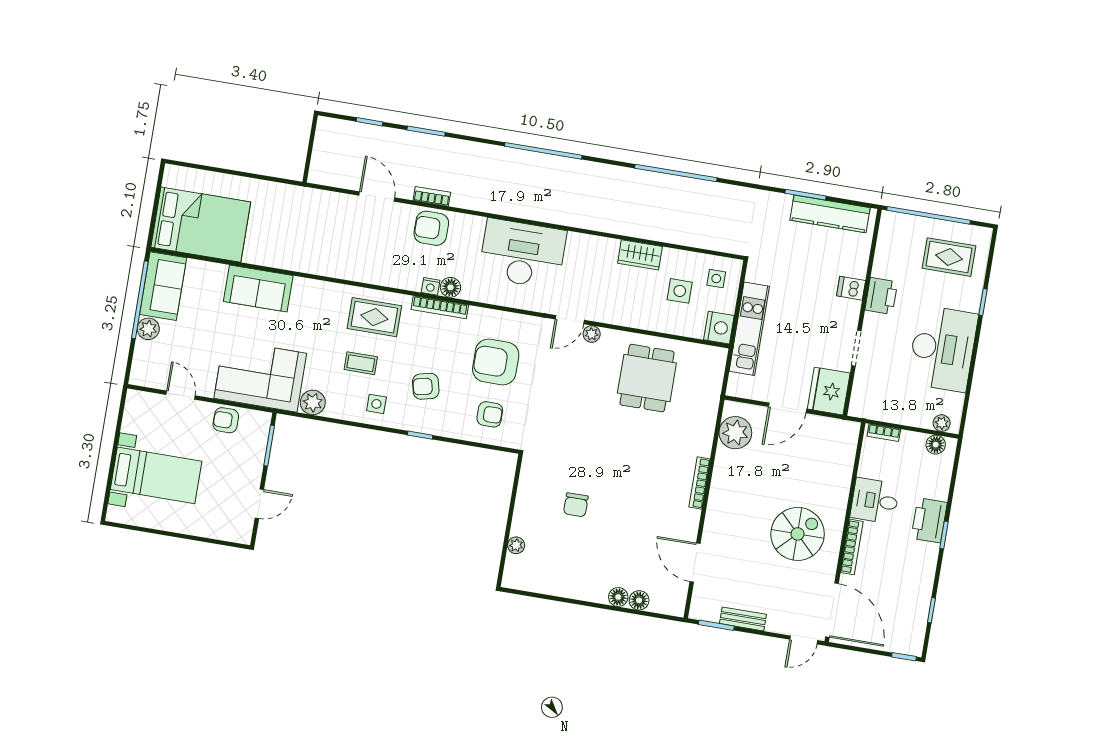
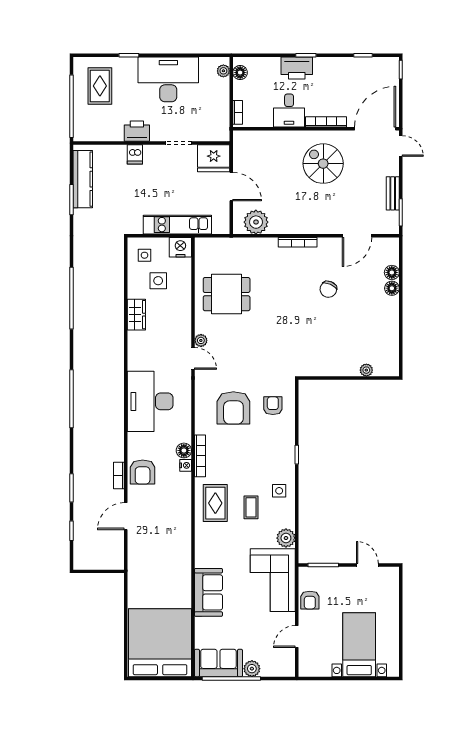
bed: (201, 225) -> (160, 643), width x1.36
armchair: (426, 386) -> (260, 457), removed
chair: (576, 505) -> (328, 289), moved, turned 114

